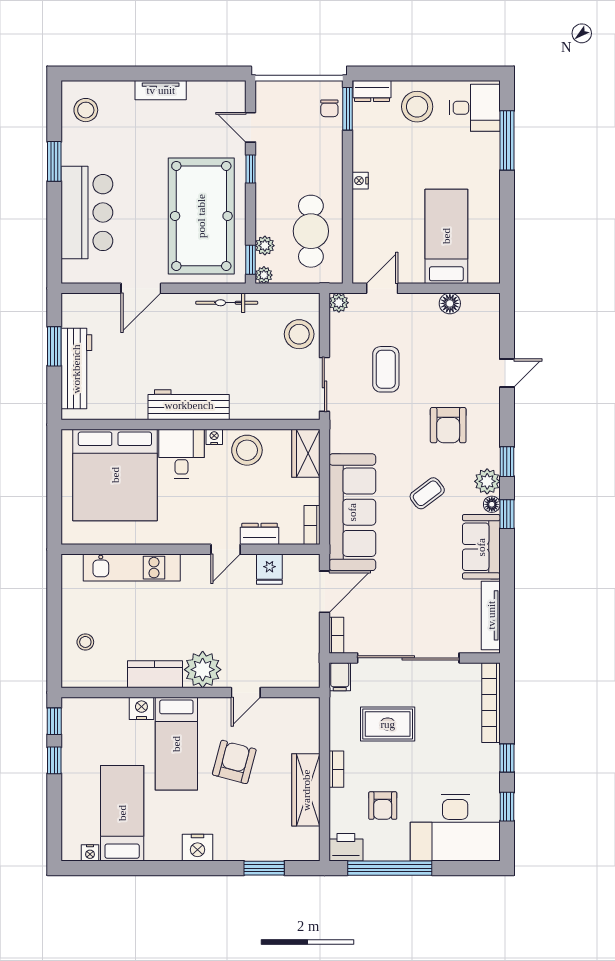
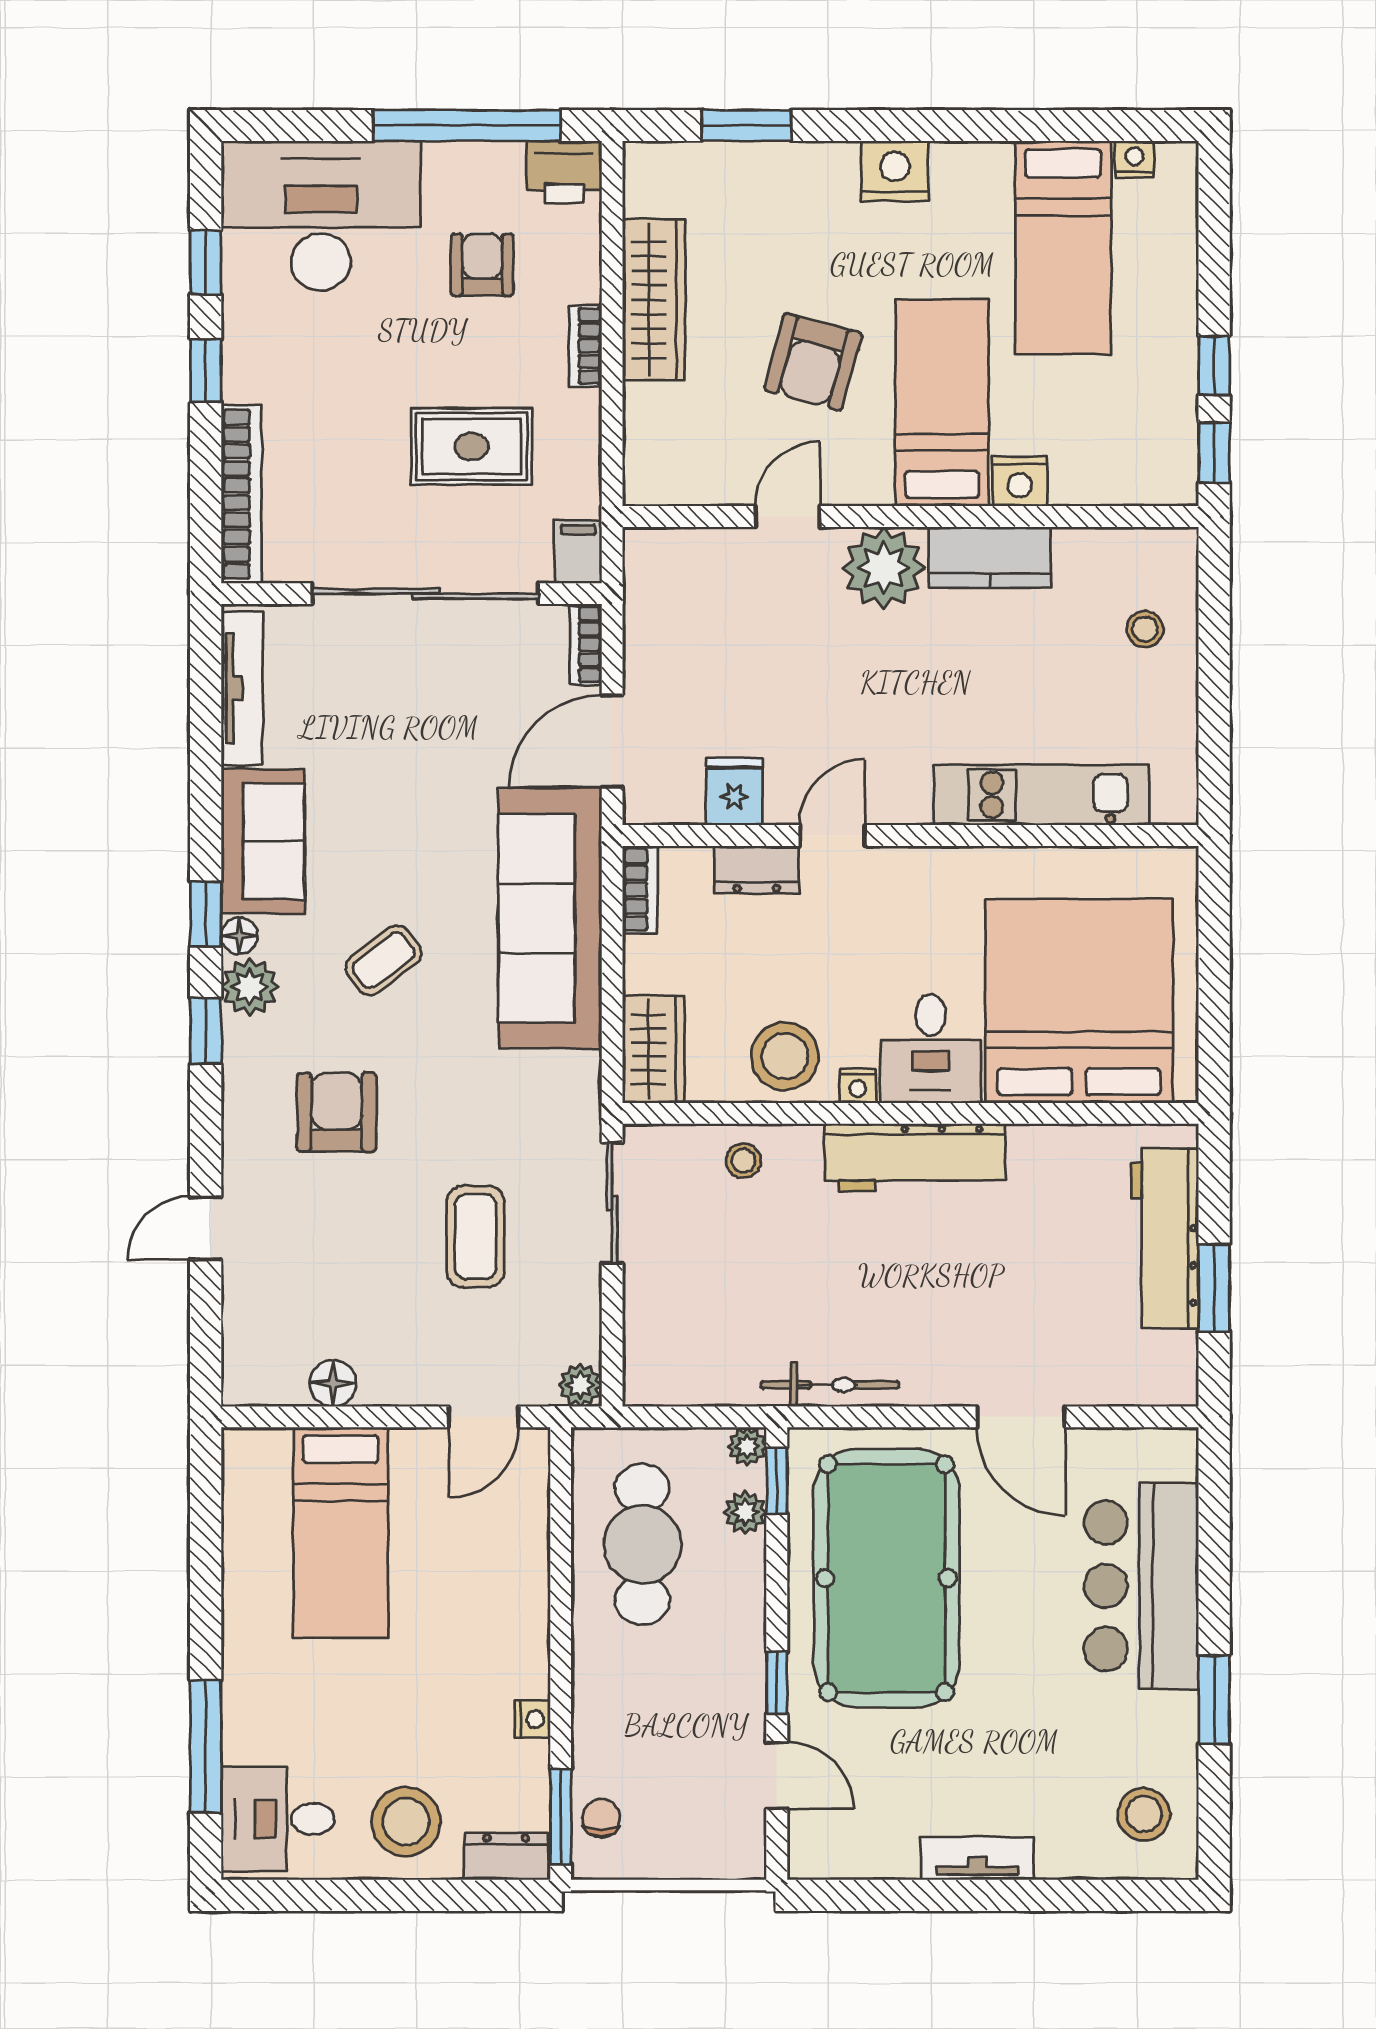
nightstand: (360, 181) -> (533, 1719), moved
door: (141, 288) -> (1021, 1417), swing flipped
stool: (299, 334) -> (743, 1161), moved, width x0.53, depth x0.53

